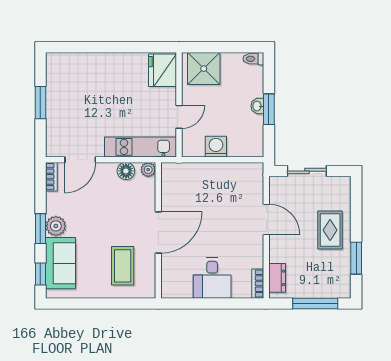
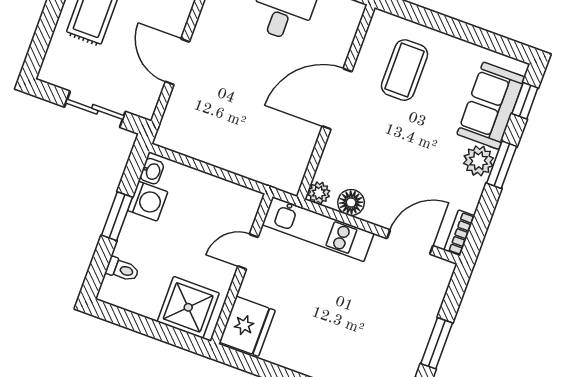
toilet: (253, 59) -> (122, 269), moved
washbasin: (257, 106) -> (152, 171), moved
washing machine: (216, 147) -> (148, 201), moved, turned -90

